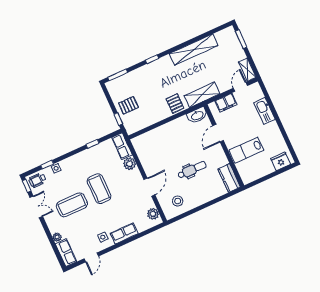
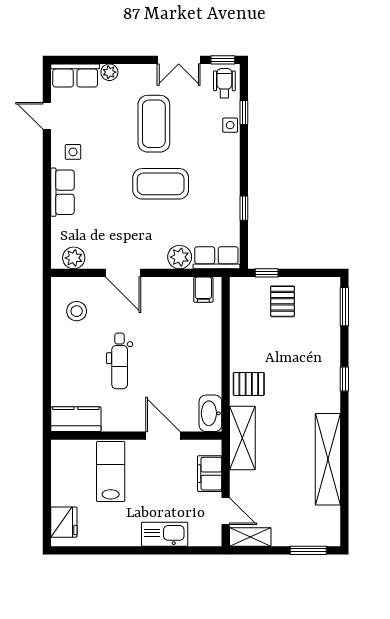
filing cabinet: (140, 145) -> (203, 290), added

